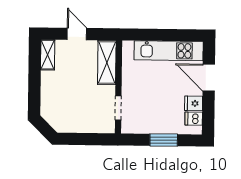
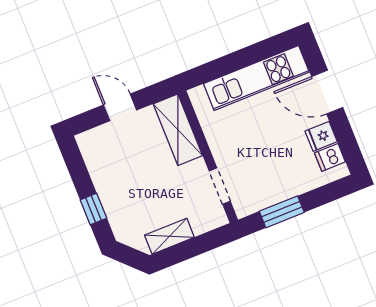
shelving: (48, 55) -> (169, 236), moved, turned 90
window: (34, 90) -> (93, 209), added
window: (164, 140) -> (282, 212), moved

